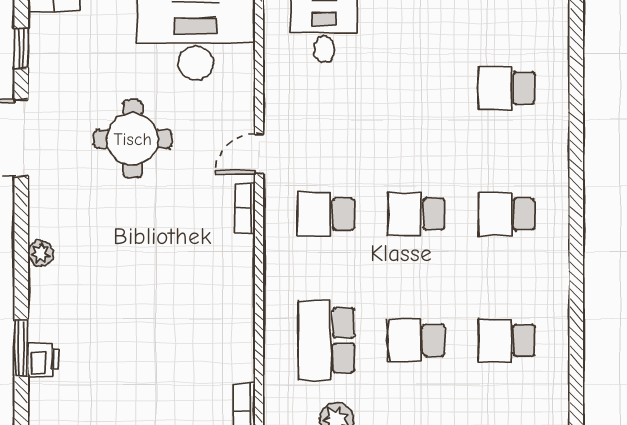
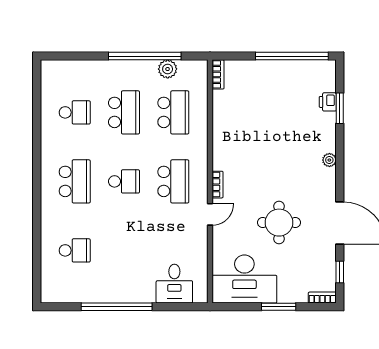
school desk: (326, 214) -> (173, 181), width x1.85
school desk: (506, 214) -> (75, 181), width x1.85
school desk: (416, 340) -> (124, 112), width x1.85

